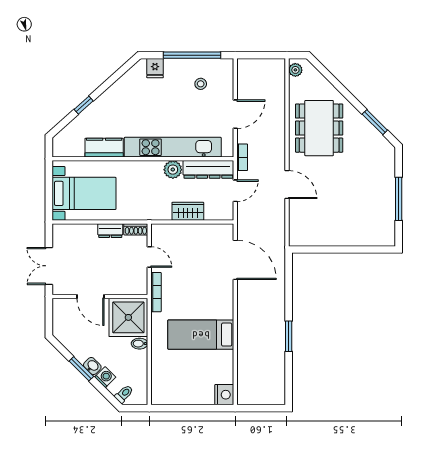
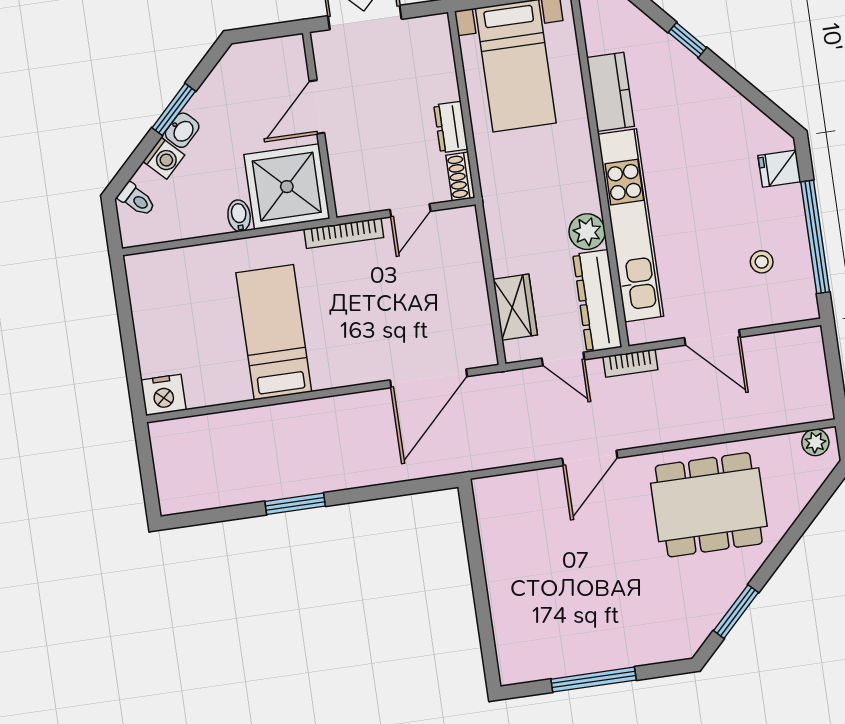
wardrobe: (188, 211) -> (515, 307), moved

